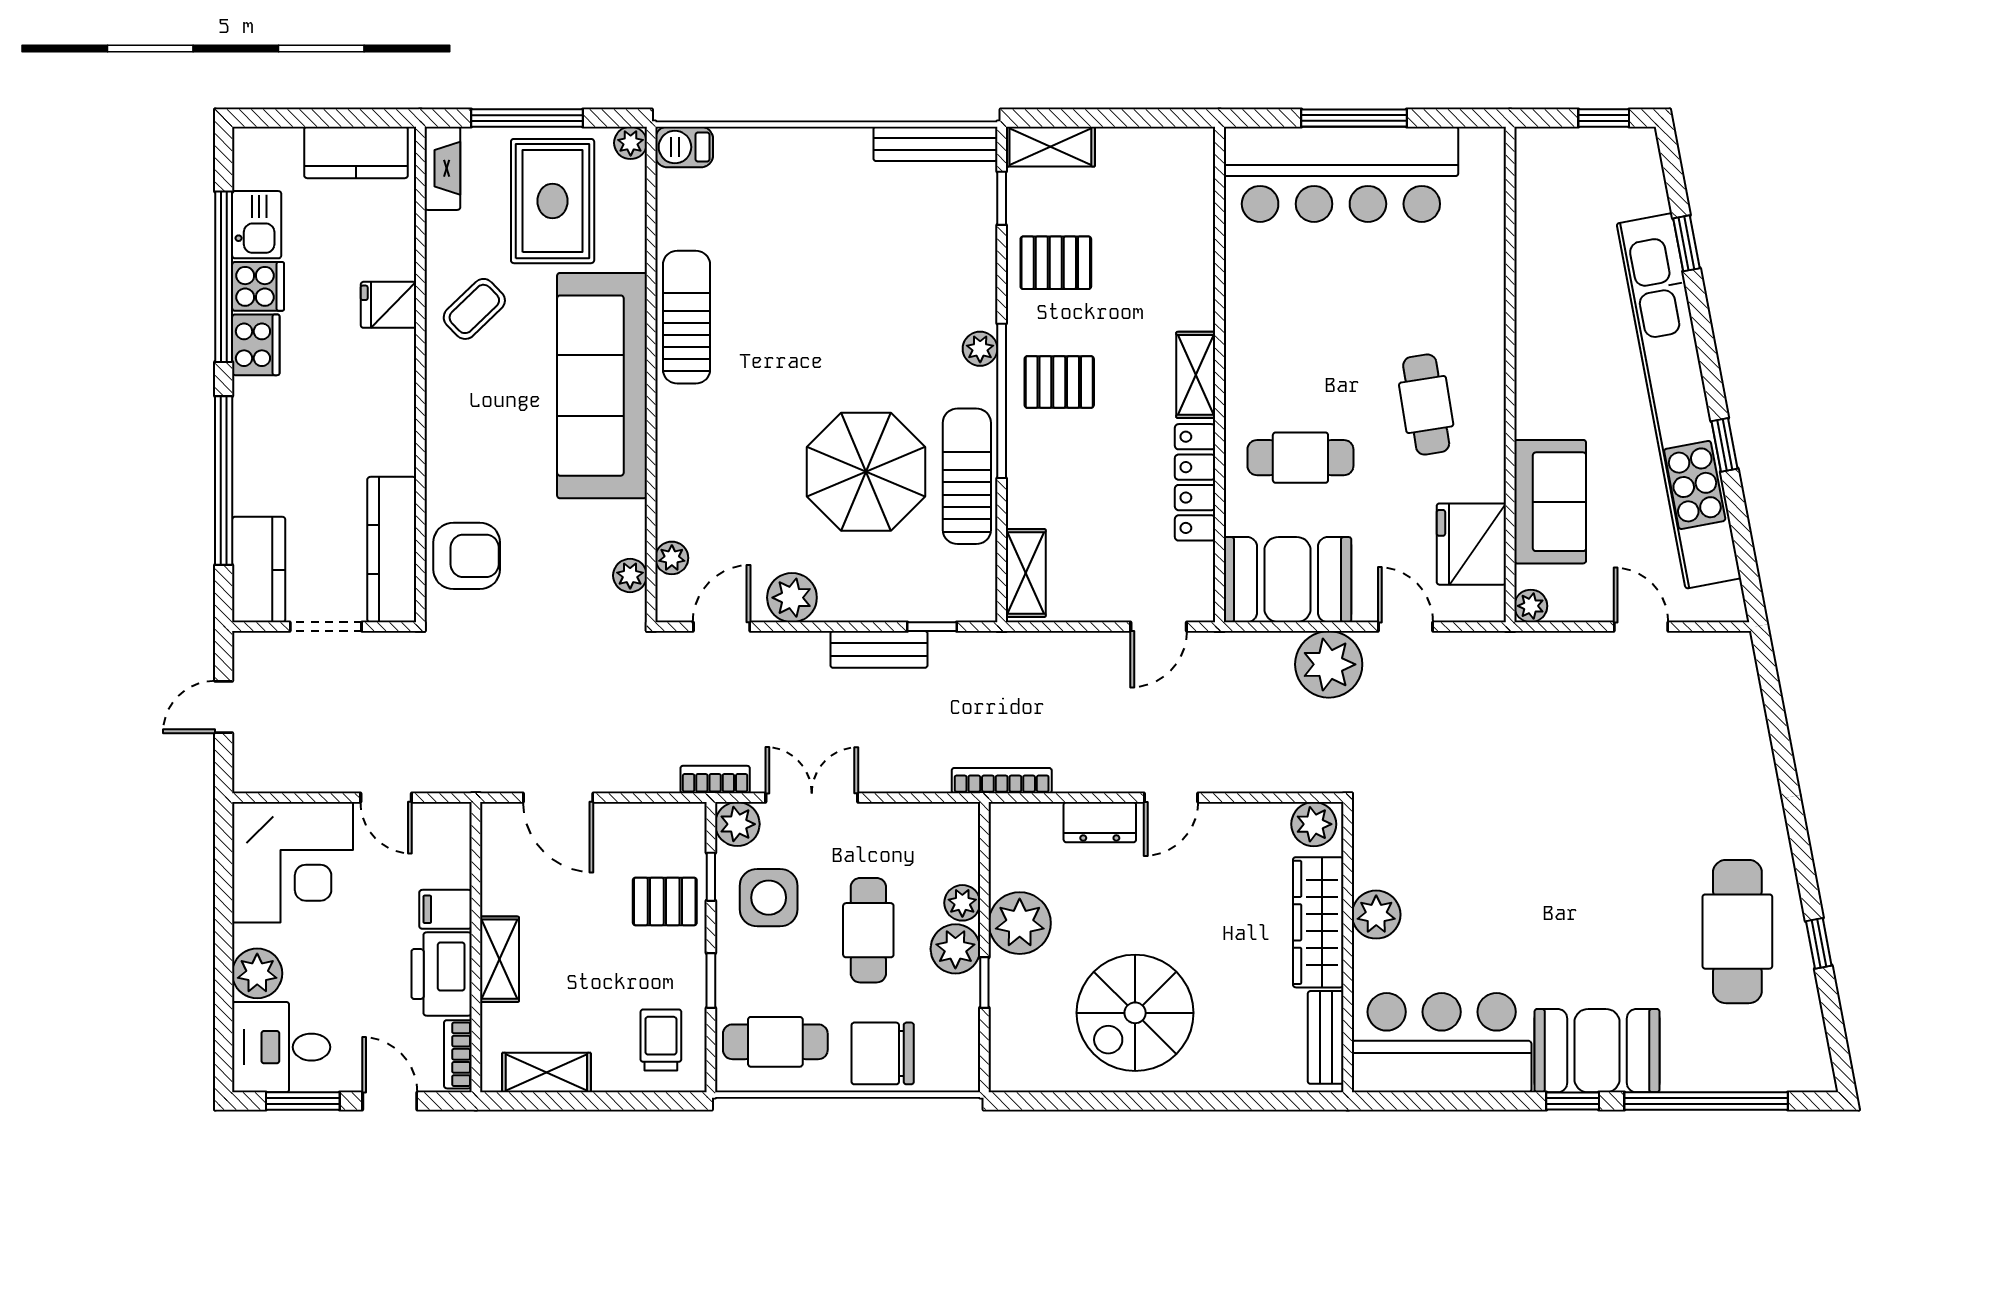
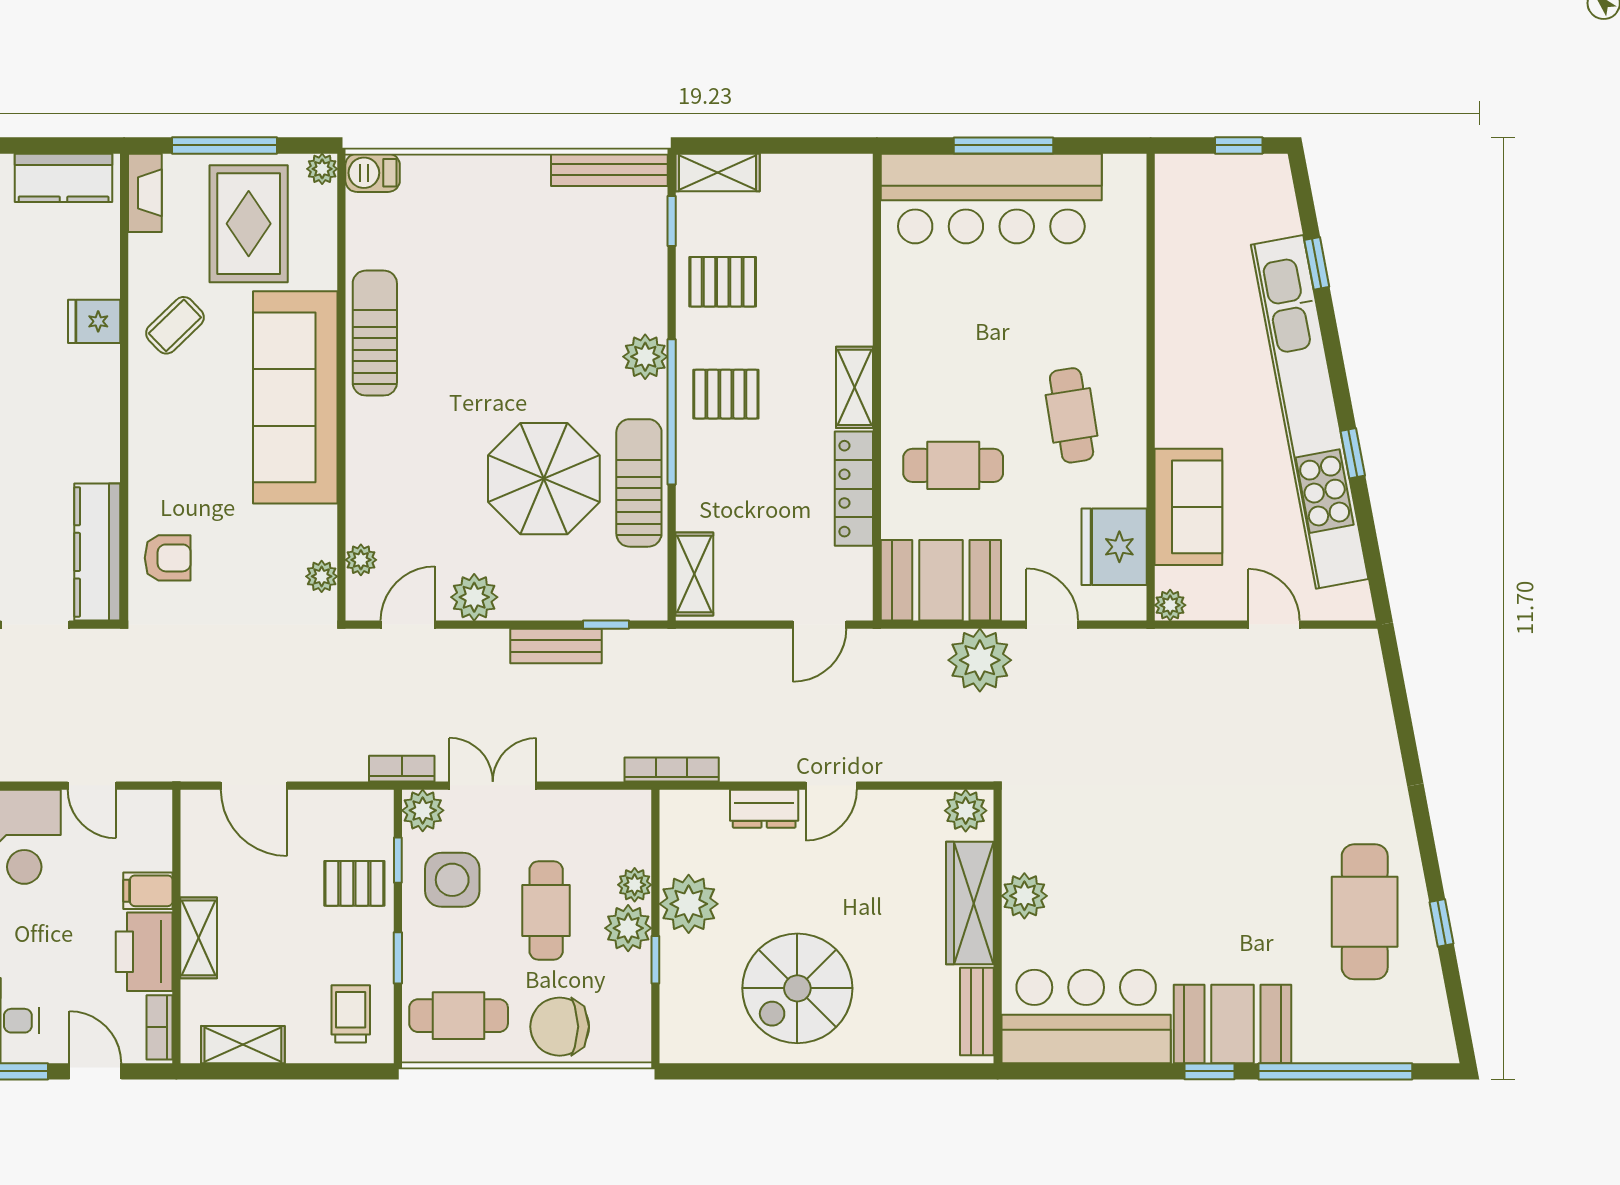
plant: (980, 349) -> (645, 357), width x1.38, depth x1.38
armchair: (467, 556) -> (168, 558), width x0.72, depth x0.72

